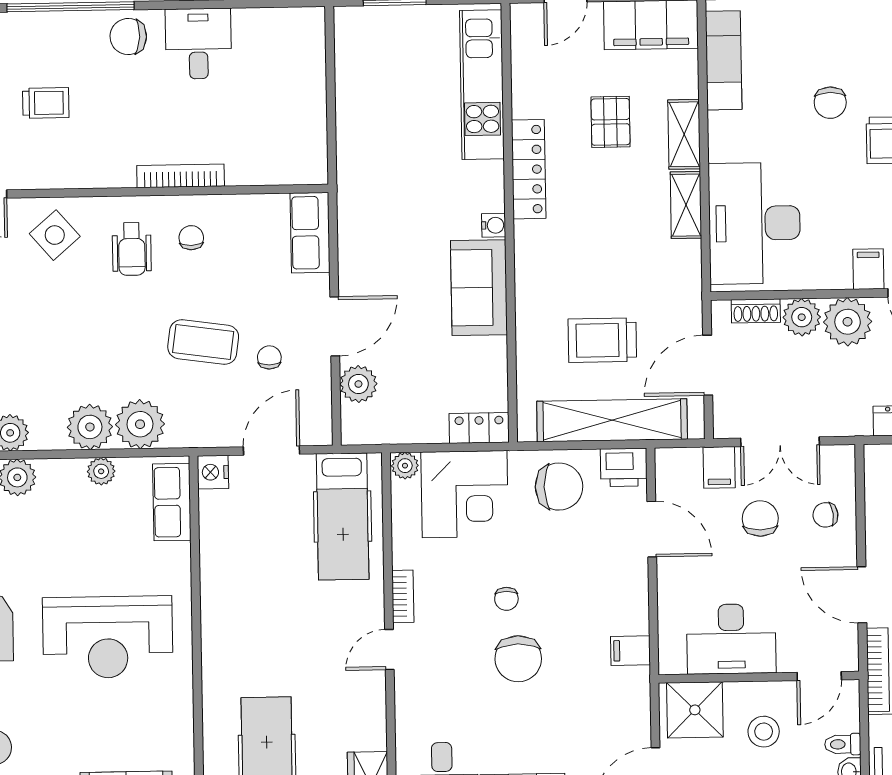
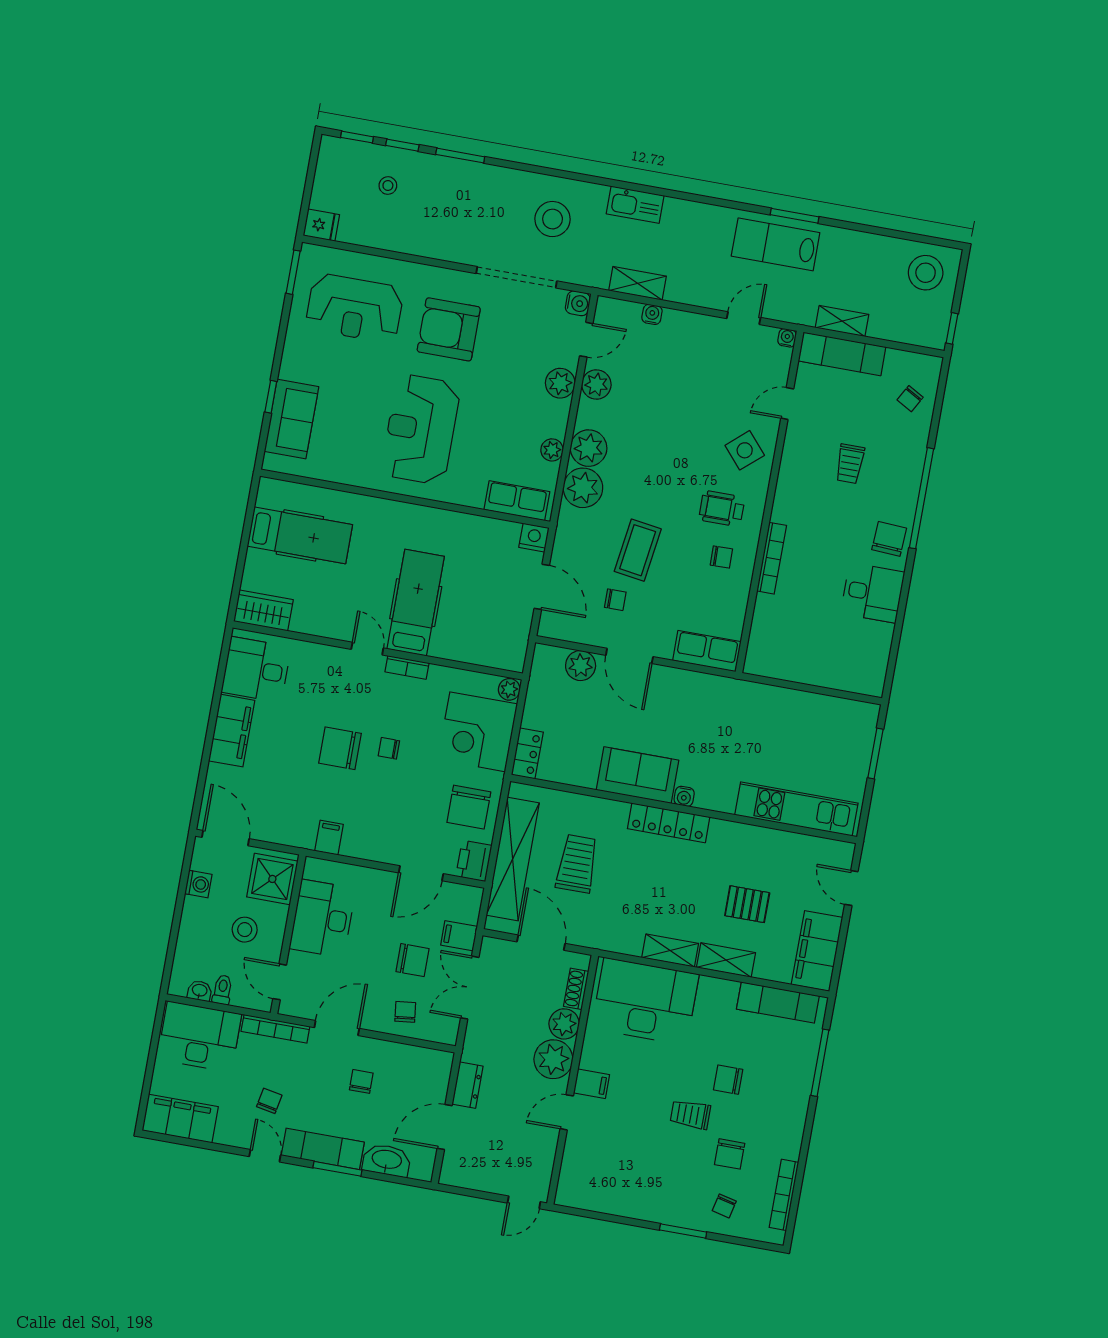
locker: (529, 169) -> (669, 823), moved
hospital bed: (343, 517) -> (416, 603), moved, turned 90

